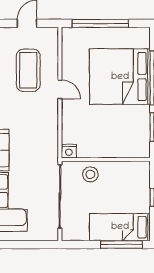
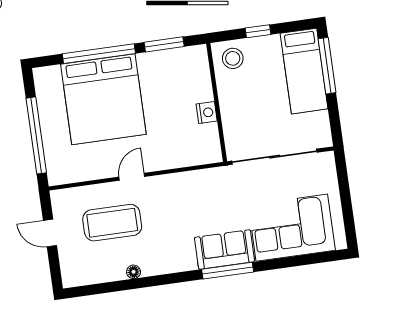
nightstand: (69, 151) -> (207, 113), moved
stool: (90, 174) -> (233, 58), moved

